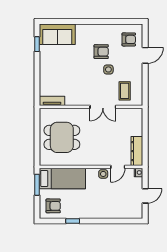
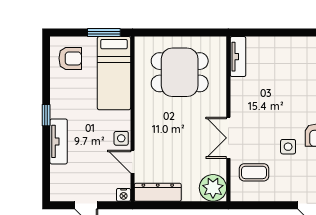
plant: (134, 117) -> (213, 188), added
dining table: (62, 137) -> (180, 72), turned 90
armchair: (53, 206) -> (70, 58), turned -90
tv unit: (105, 213) -> (59, 141), added
window: (73, 221) -> (46, 115), moved

